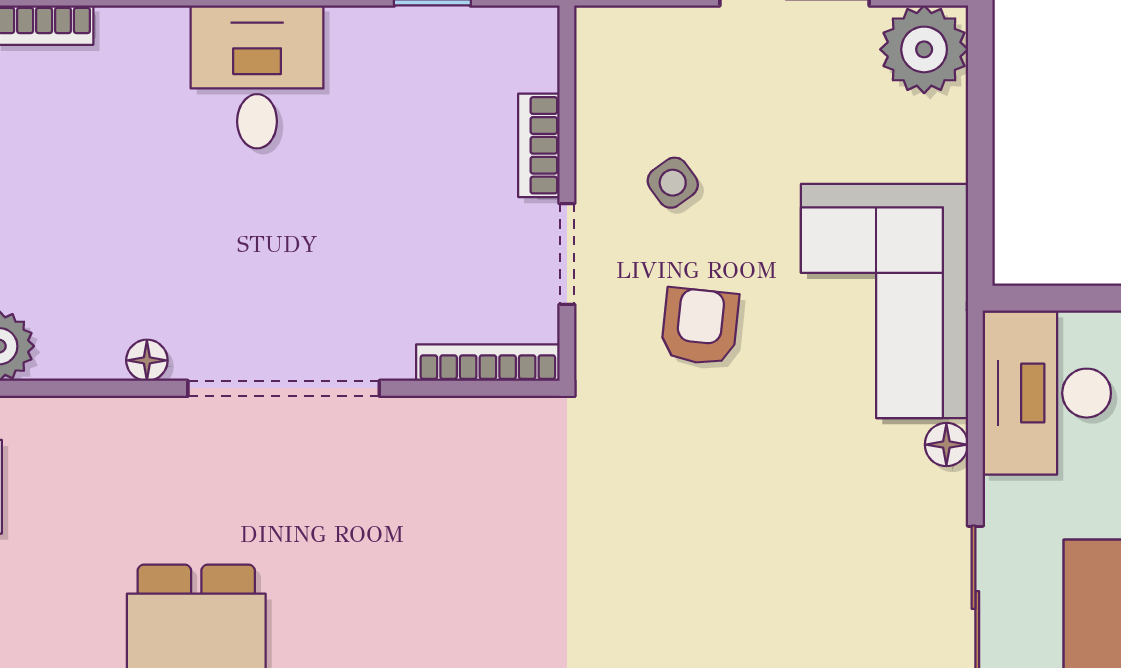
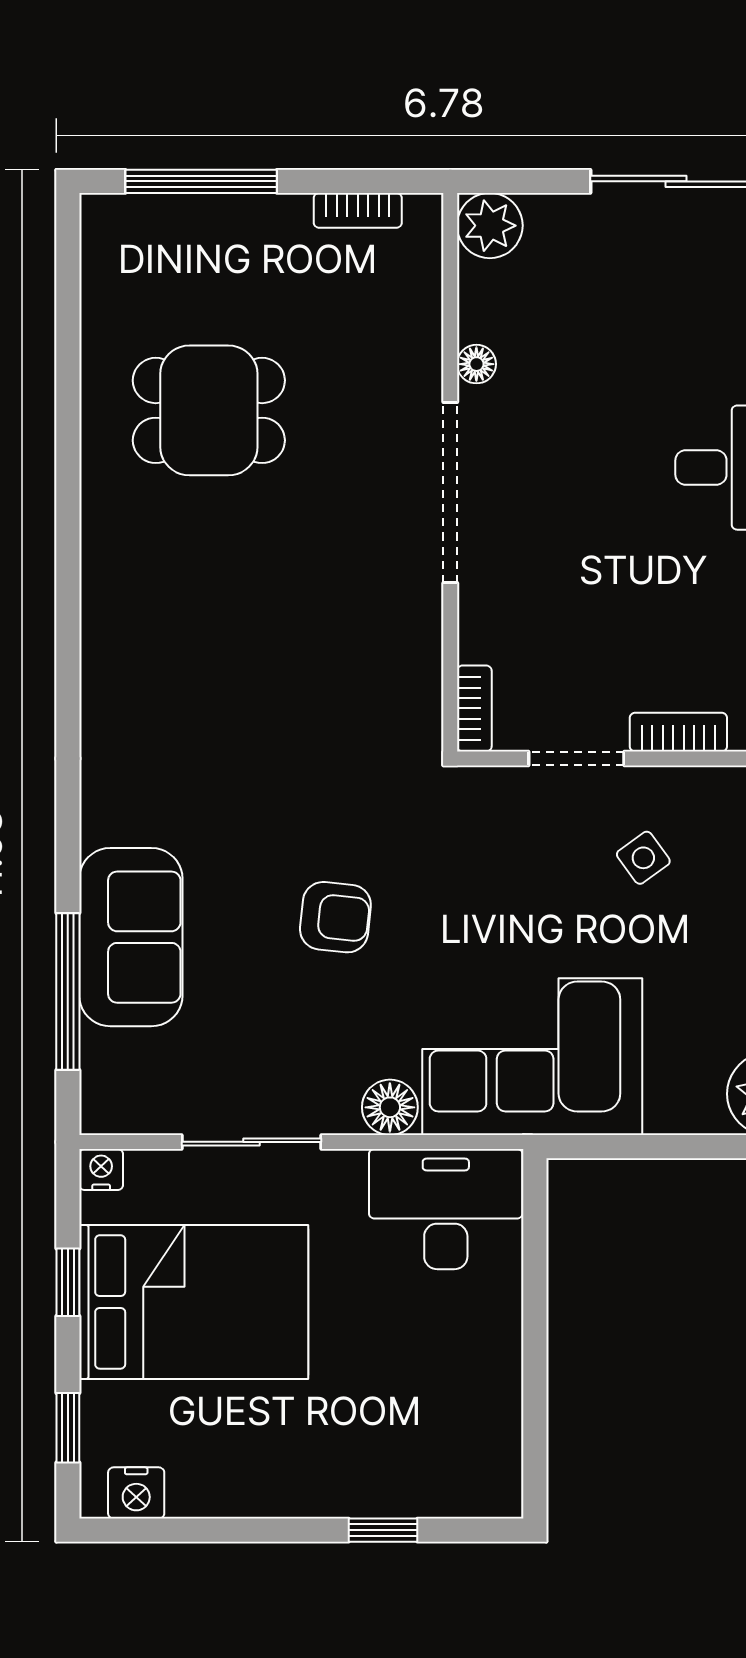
armchair: (700, 326) -> (335, 917), moved
bookcase: (488, 363) -> (474, 708), width x0.64
floor lamp: (946, 445) -> (390, 1107), width x1.37, depth x1.37

